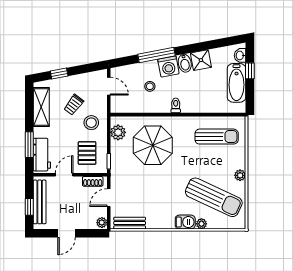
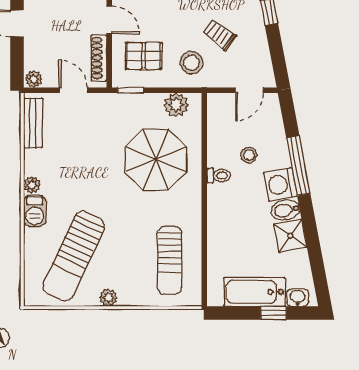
toilet: (176, 105) -> (219, 176), moved
shoe rack: (93, 181) -> (99, 58), width x1.43
plant: (201, 224) -> (32, 185), moved

